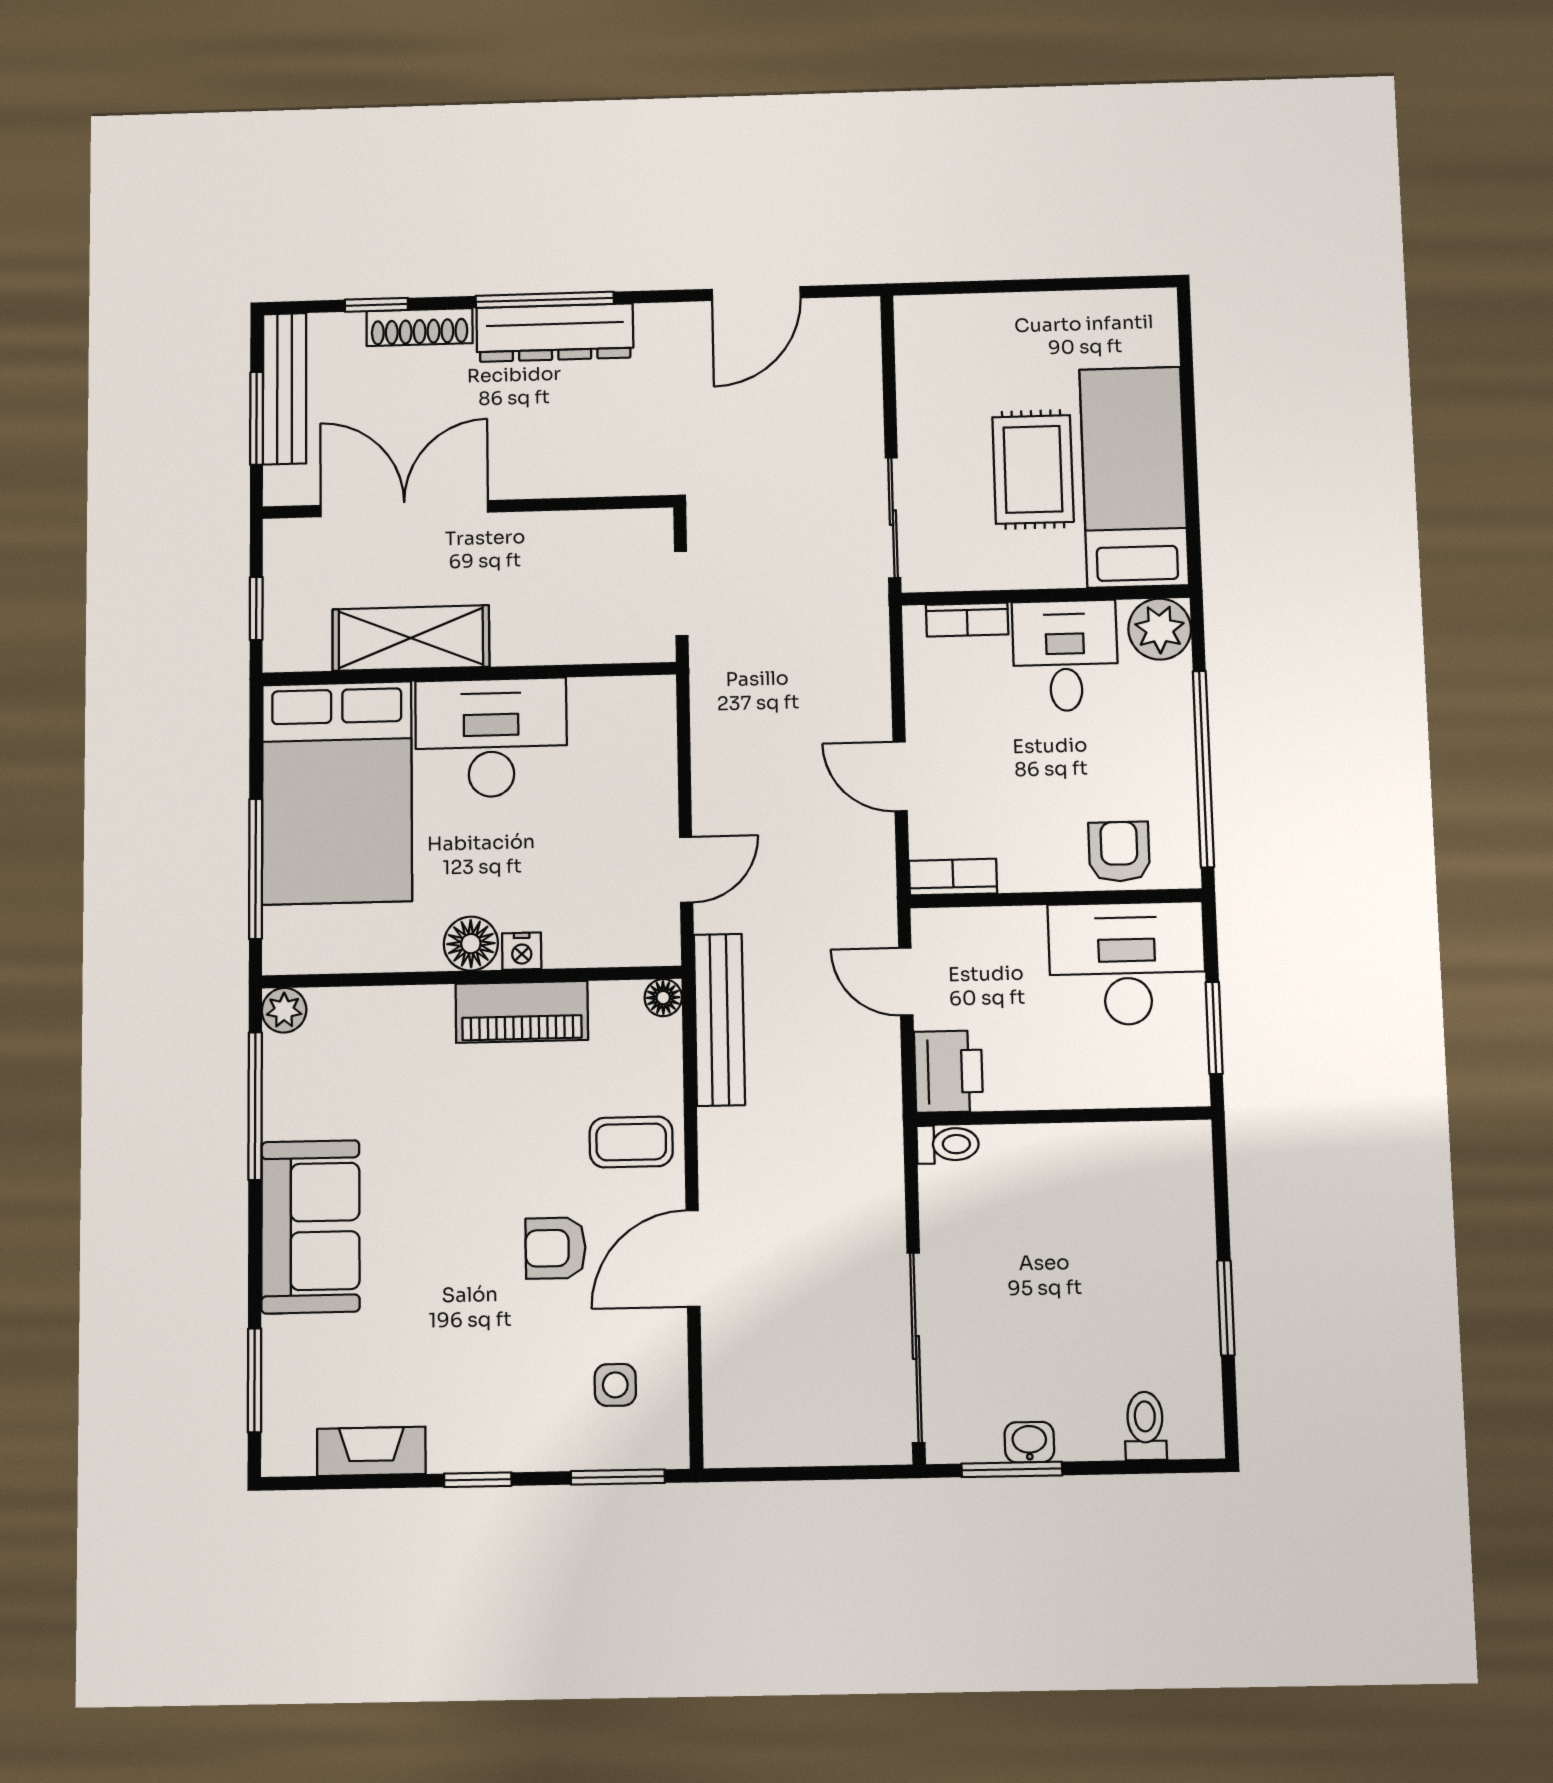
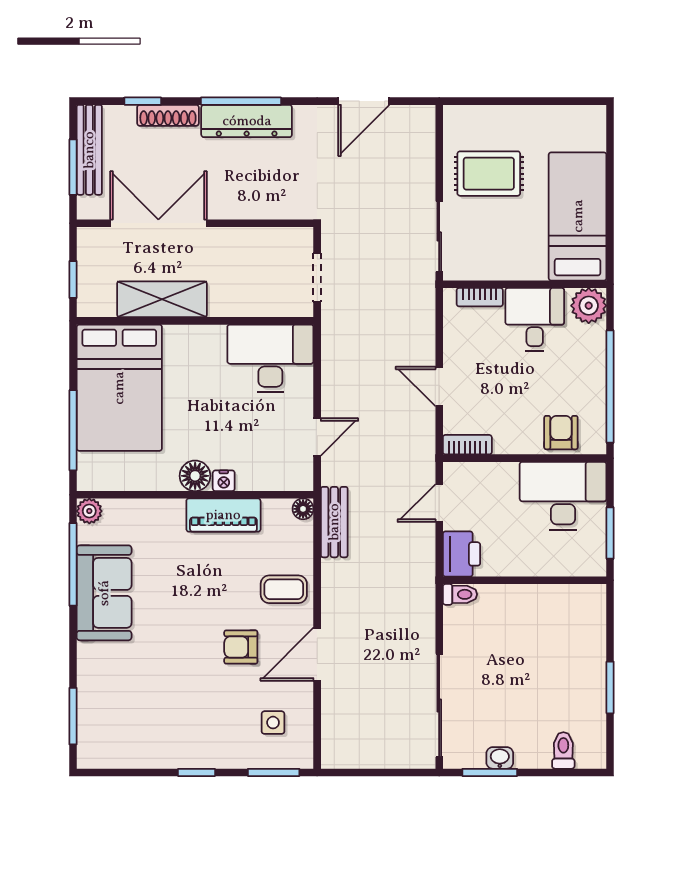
rug: (1033, 469) -> (489, 174), moved, turned 90
desk: (491, 738) -> (270, 358), moved
door: (906, 981) -> (439, 503), hinge flipped
bench: (719, 1020) -> (334, 522), width x0.73
sofa: (310, 1227) -> (104, 593), moved
fireplace: (371, 1451) -> (138, 756), removed

